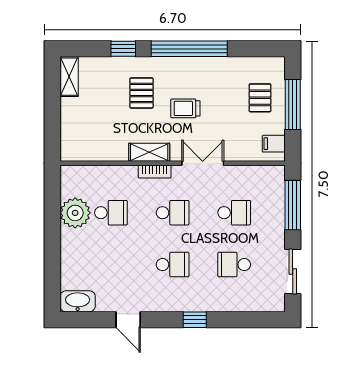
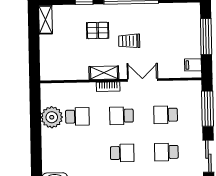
pallet: (142, 93) -> (98, 30), turned 90
pallet: (260, 98) -> (183, 32), removed
school desk: (173, 213) -> (122, 116), turned 180
school desk: (234, 213) -> (166, 115), turned 180

